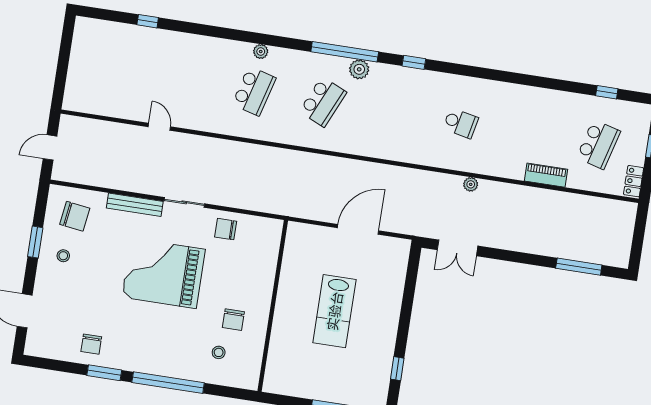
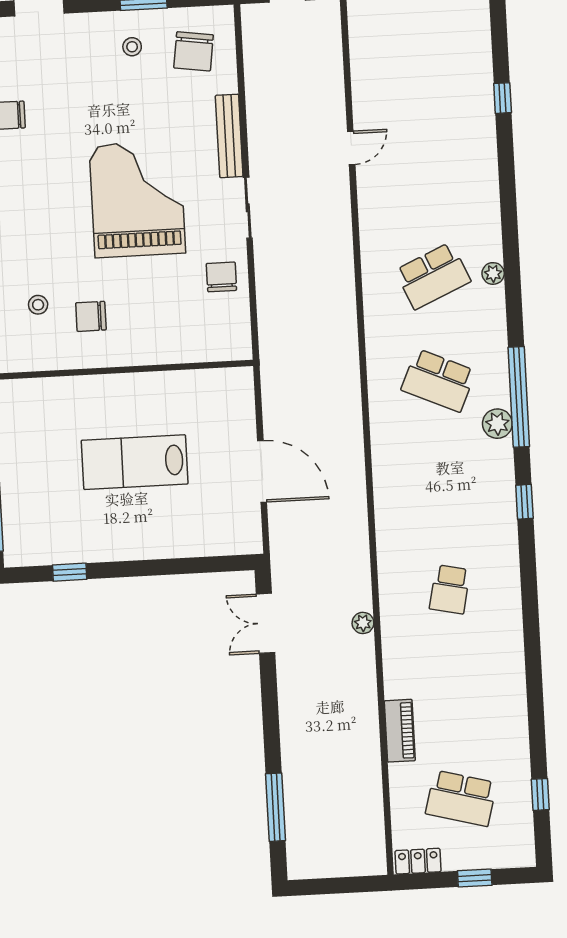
school desk: (254, 91) -> (433, 276), turned -39

